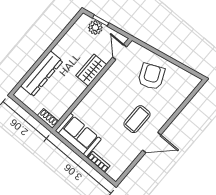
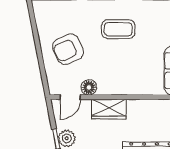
floor lamp: (116, 69) -> (89, 87), added

